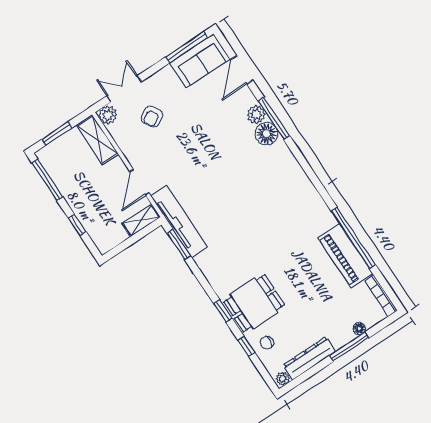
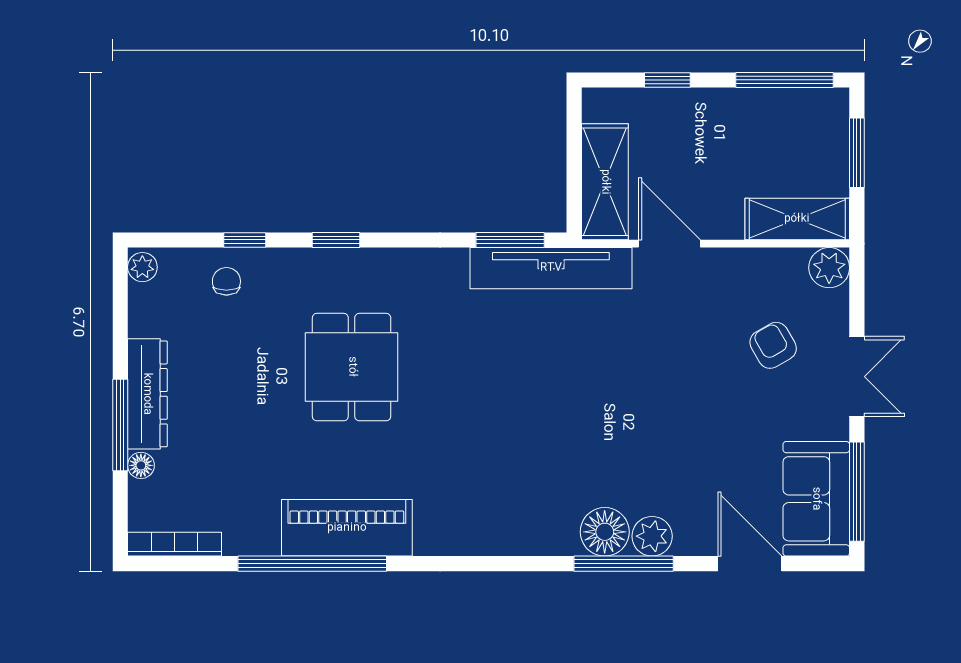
double door: (124, 89) -> (857, 377), moved
shelving: (141, 220) -> (605, 182), width x1.50, depth x1.33
piano: (345, 256) -> (347, 528), moved
dining table: (254, 303) -> (352, 367), moved
dresser: (309, 358) -> (147, 394), moved

